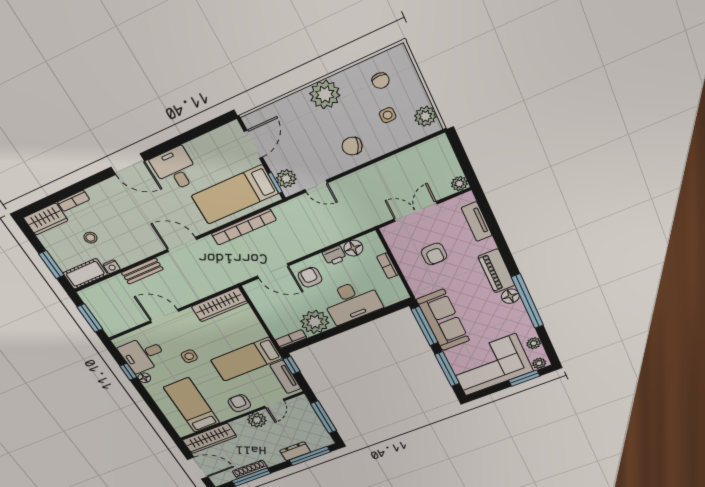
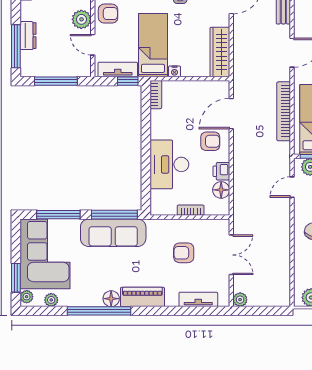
plant: (315, 322) -> (164, 124), removed
nightstand: (260, 333) -> (175, 71), added

